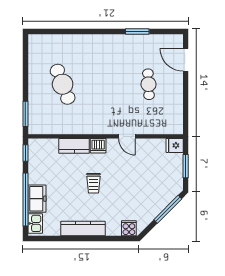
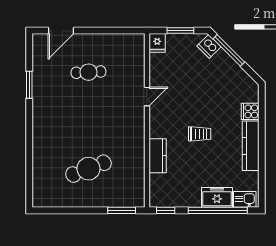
dishwasher: (98, 146) -> (209, 46), moved, turned 135
cooker: (129, 228) -> (250, 111), moved

